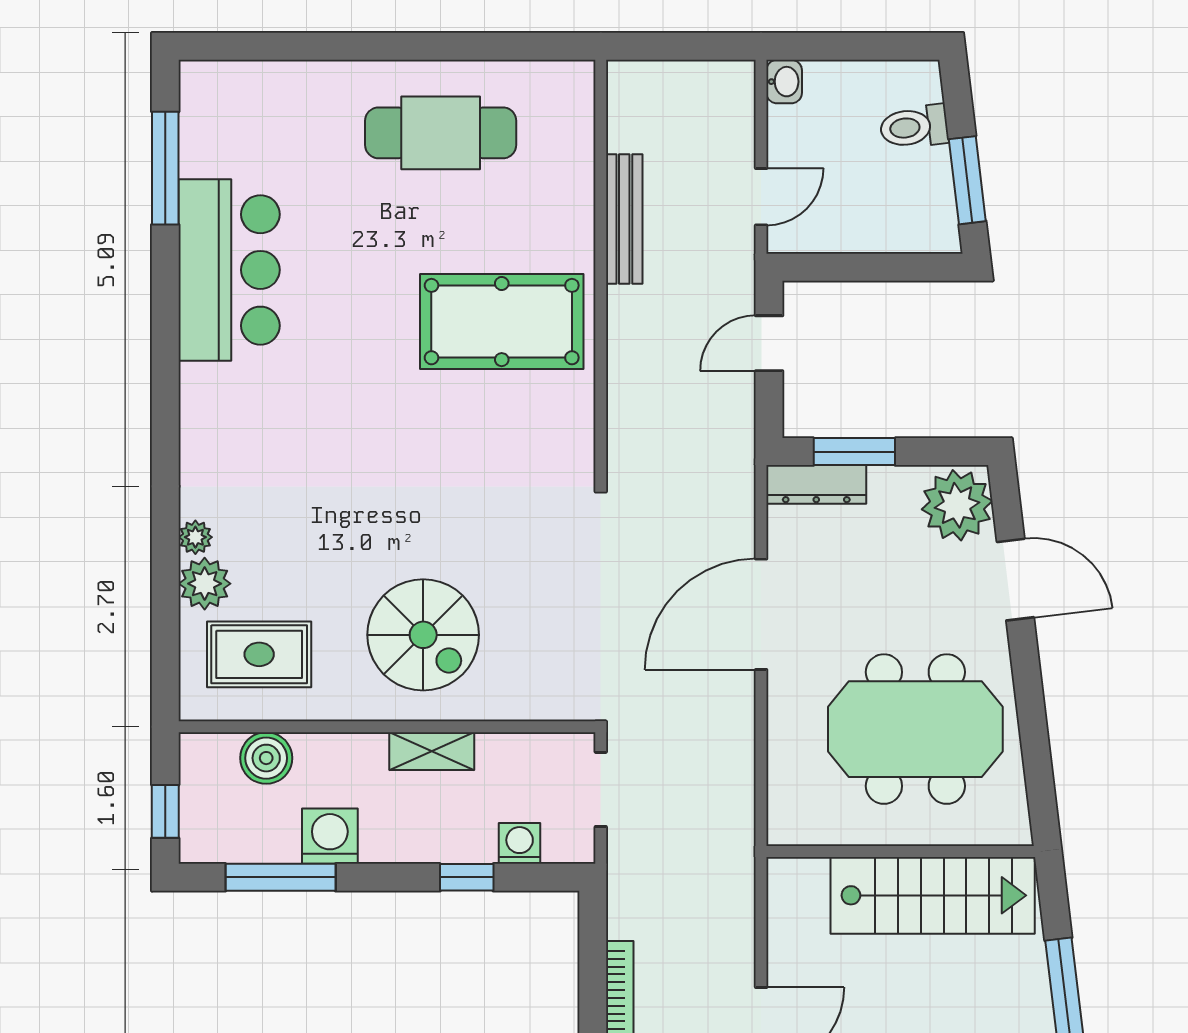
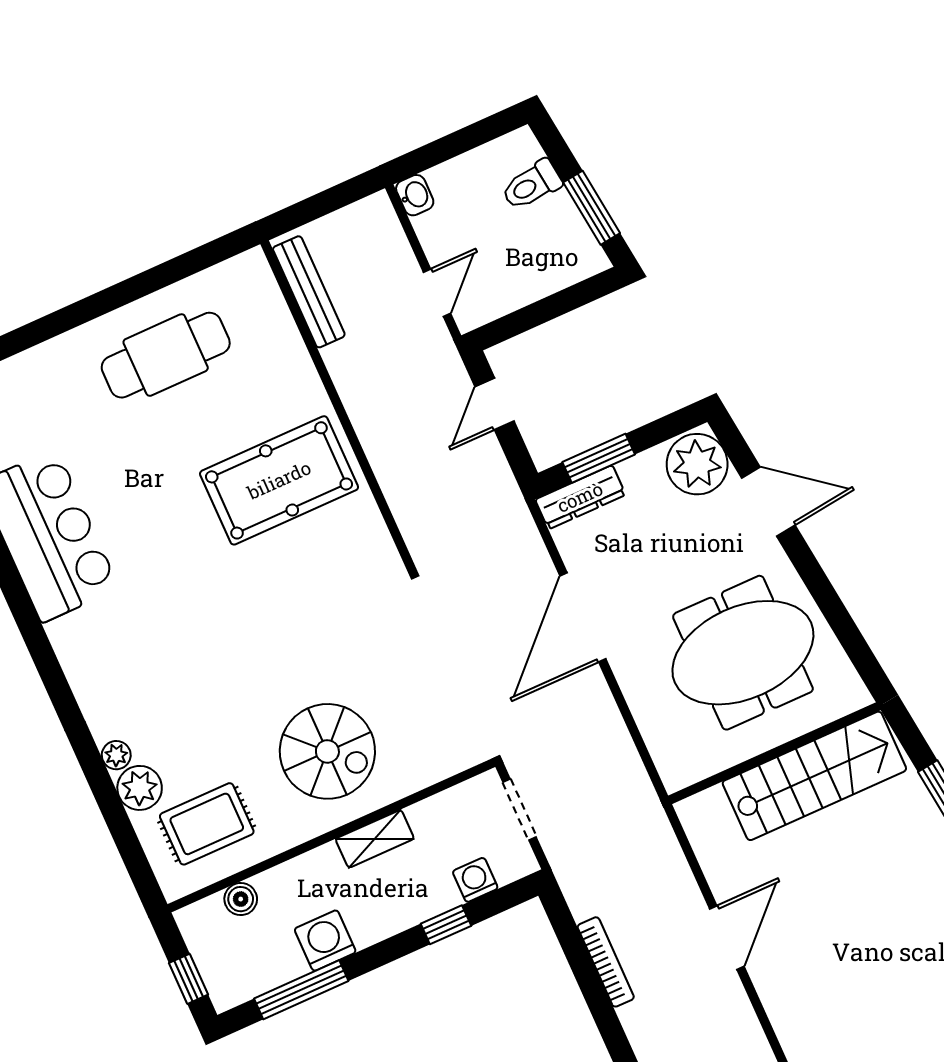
bench: (624, 219) -> (309, 292), moved
boiler: (266, 758) -> (241, 899), width x0.73, depth x0.73

